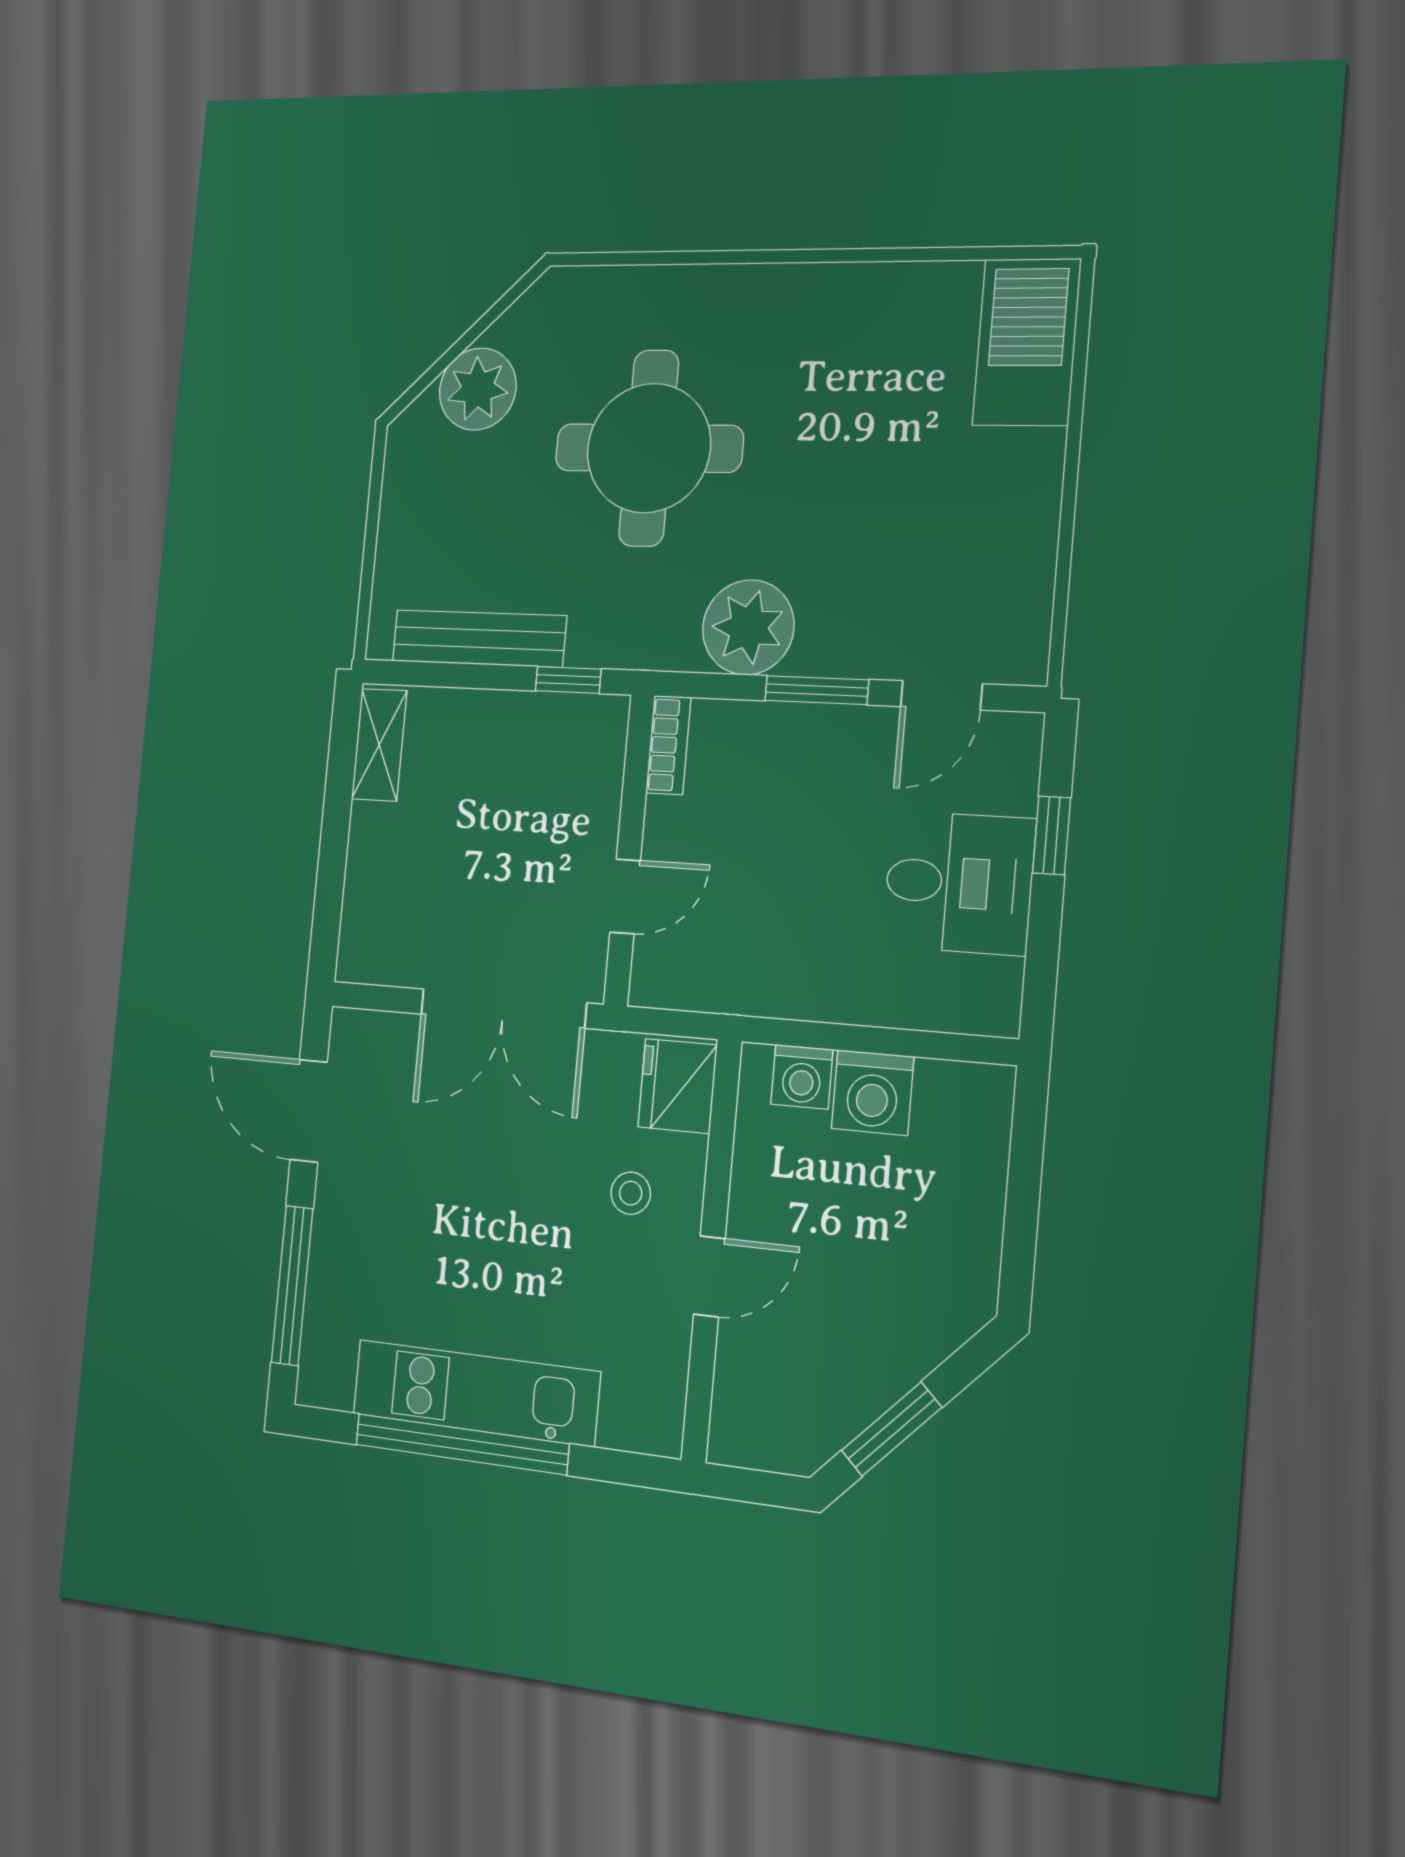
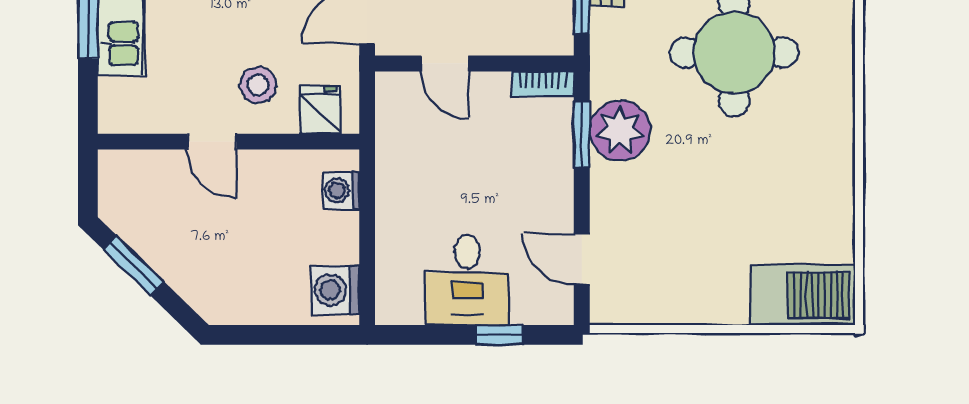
window: (817, 690) -> (582, 135), moved
fridge: (677, 1086) -> (320, 110), width x0.72
washing machine: (873, 1093) -> (335, 290), moved
stool: (631, 1193) -> (258, 85), width x1.37, depth x1.37

